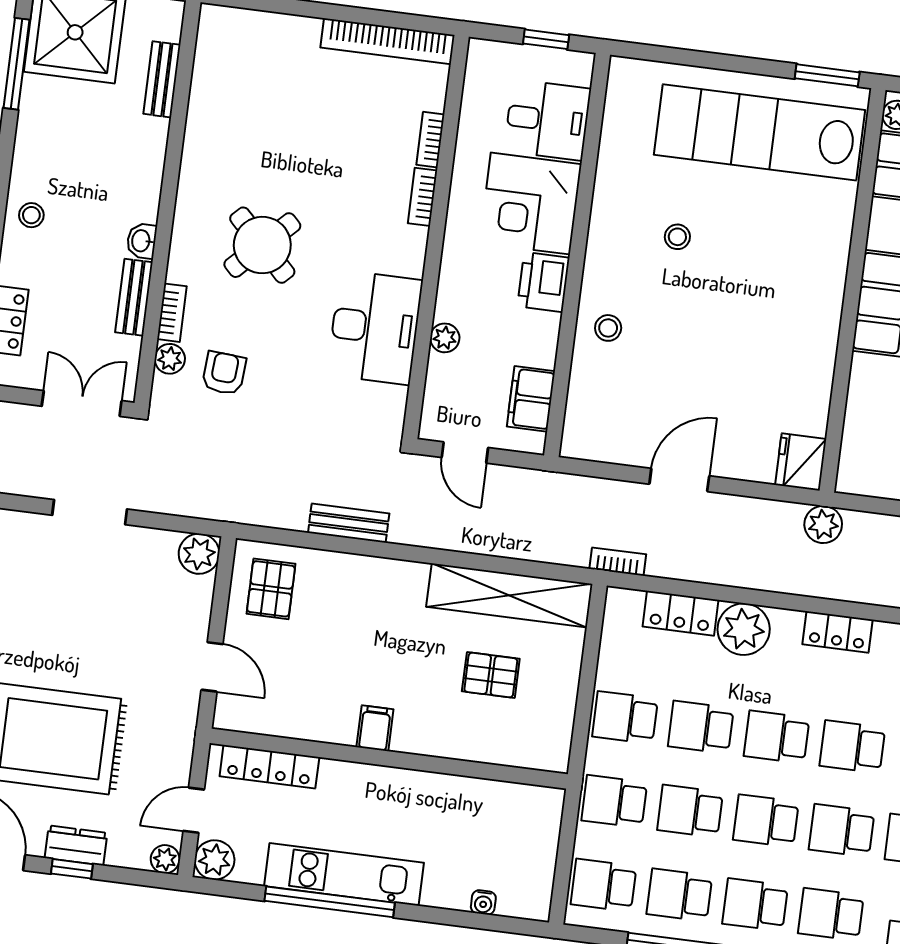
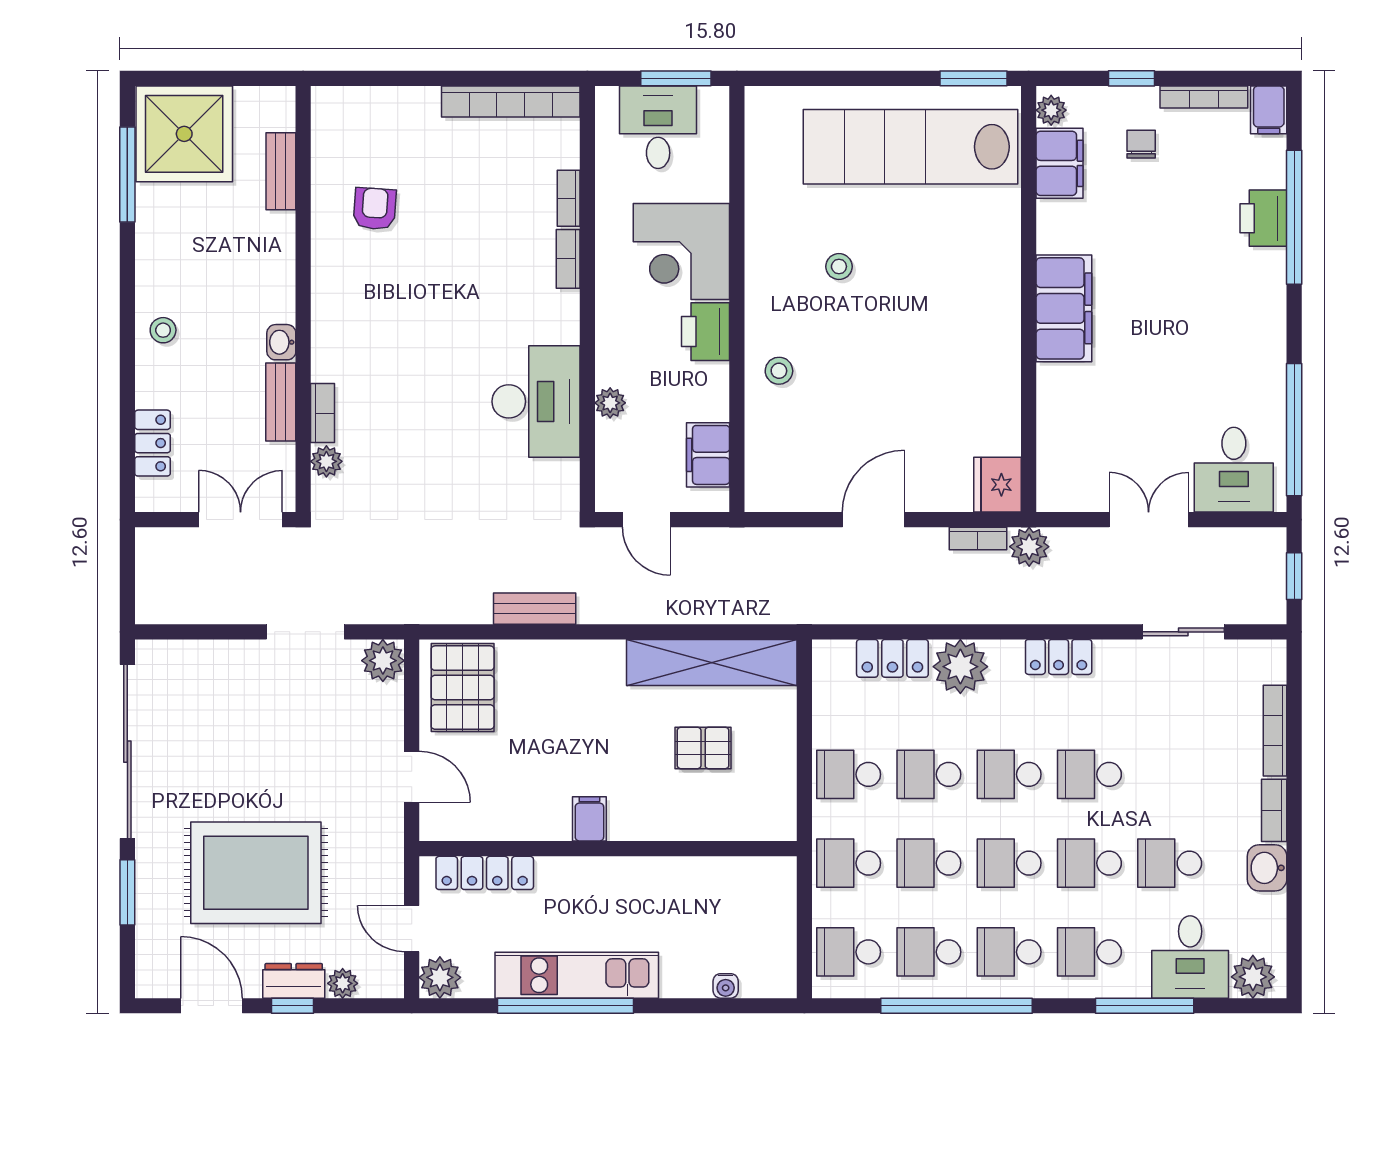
window: (546, 39) -> (676, 78), width x1.50
desk: (548, 120) -> (658, 127), moved, turned -90
round table: (262, 245) -> (408, 331), removed
armchair: (224, 373) -> (375, 209), moved
doorway: (90, 512) -> (305, 632), moved
bookcase: (618, 562) -> (978, 539), moved, turned 180
pallet: (271, 589) -> (463, 688), width x1.50, depth x1.42
door: (194, 810) -> (412, 929), hinge flipped
plant: (165, 859) -> (343, 983), moved

